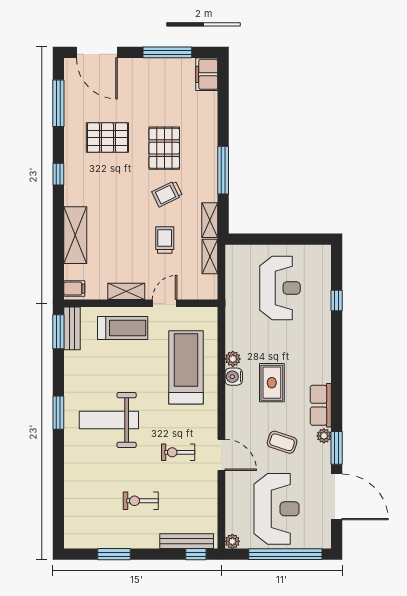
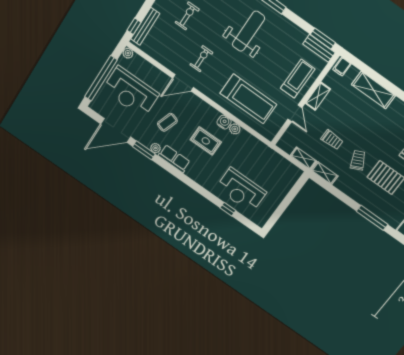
window: (223, 170) -> (372, 218), moved
reception desk: (280, 288) -> (241, 190), moved
treadmill: (123, 328) -> (298, 79), turned 180

